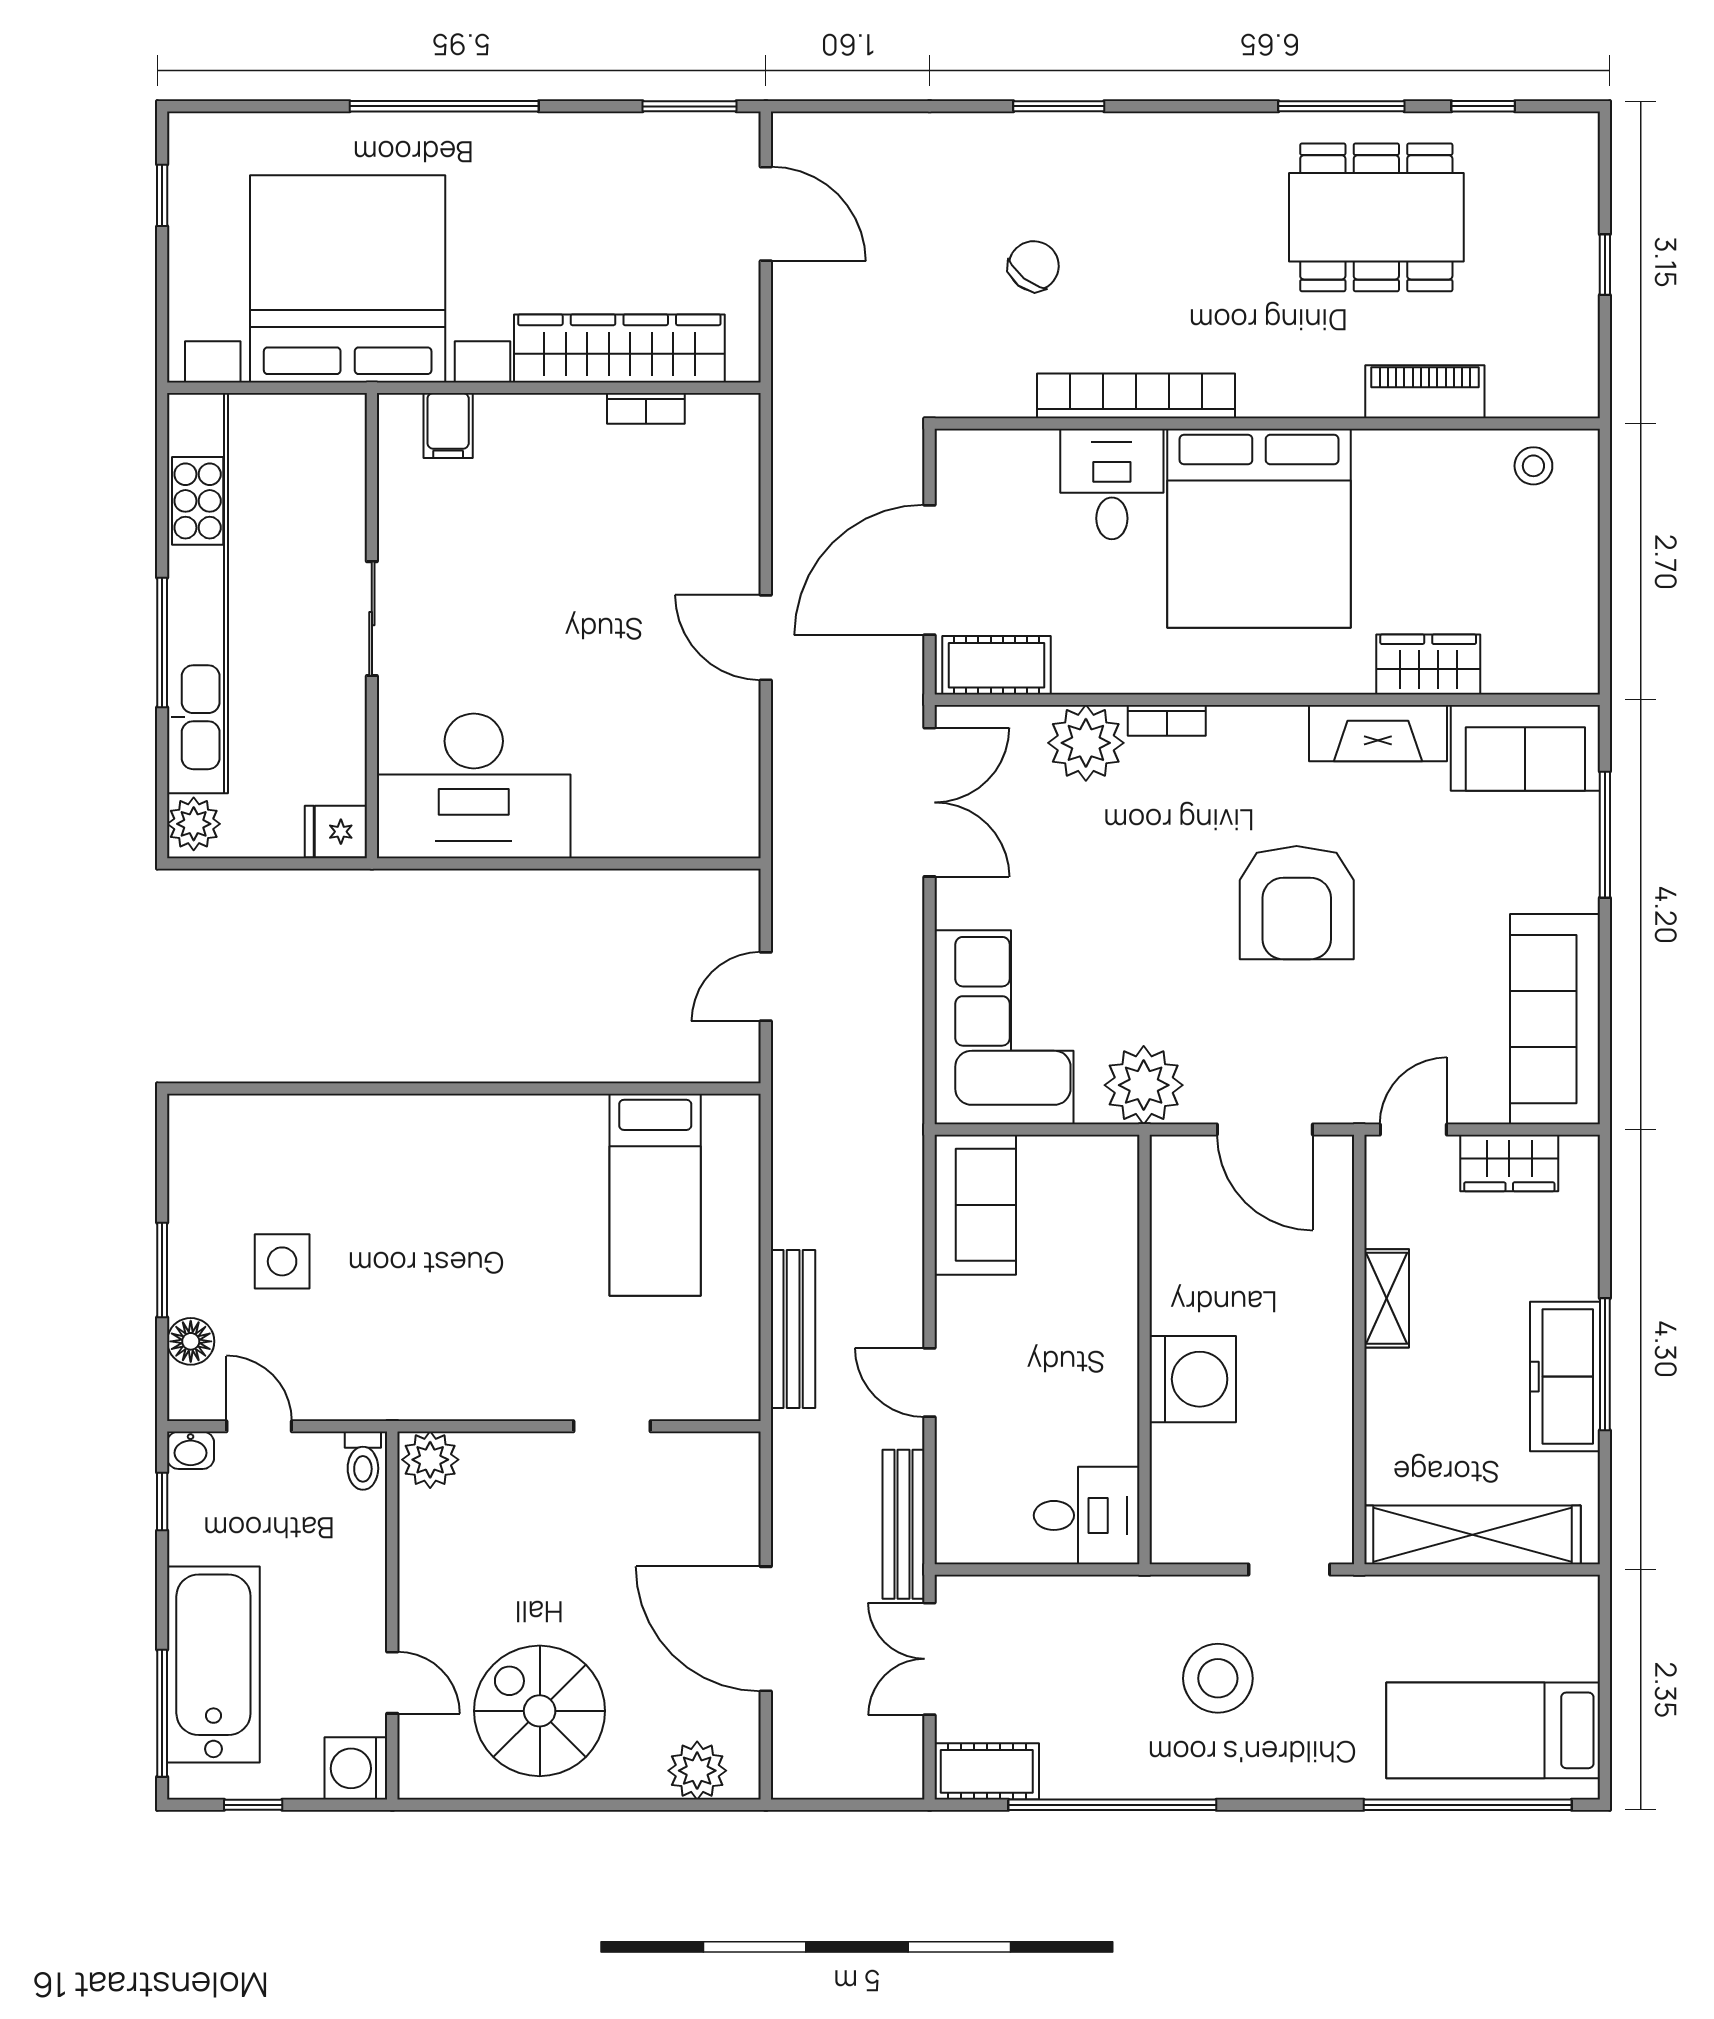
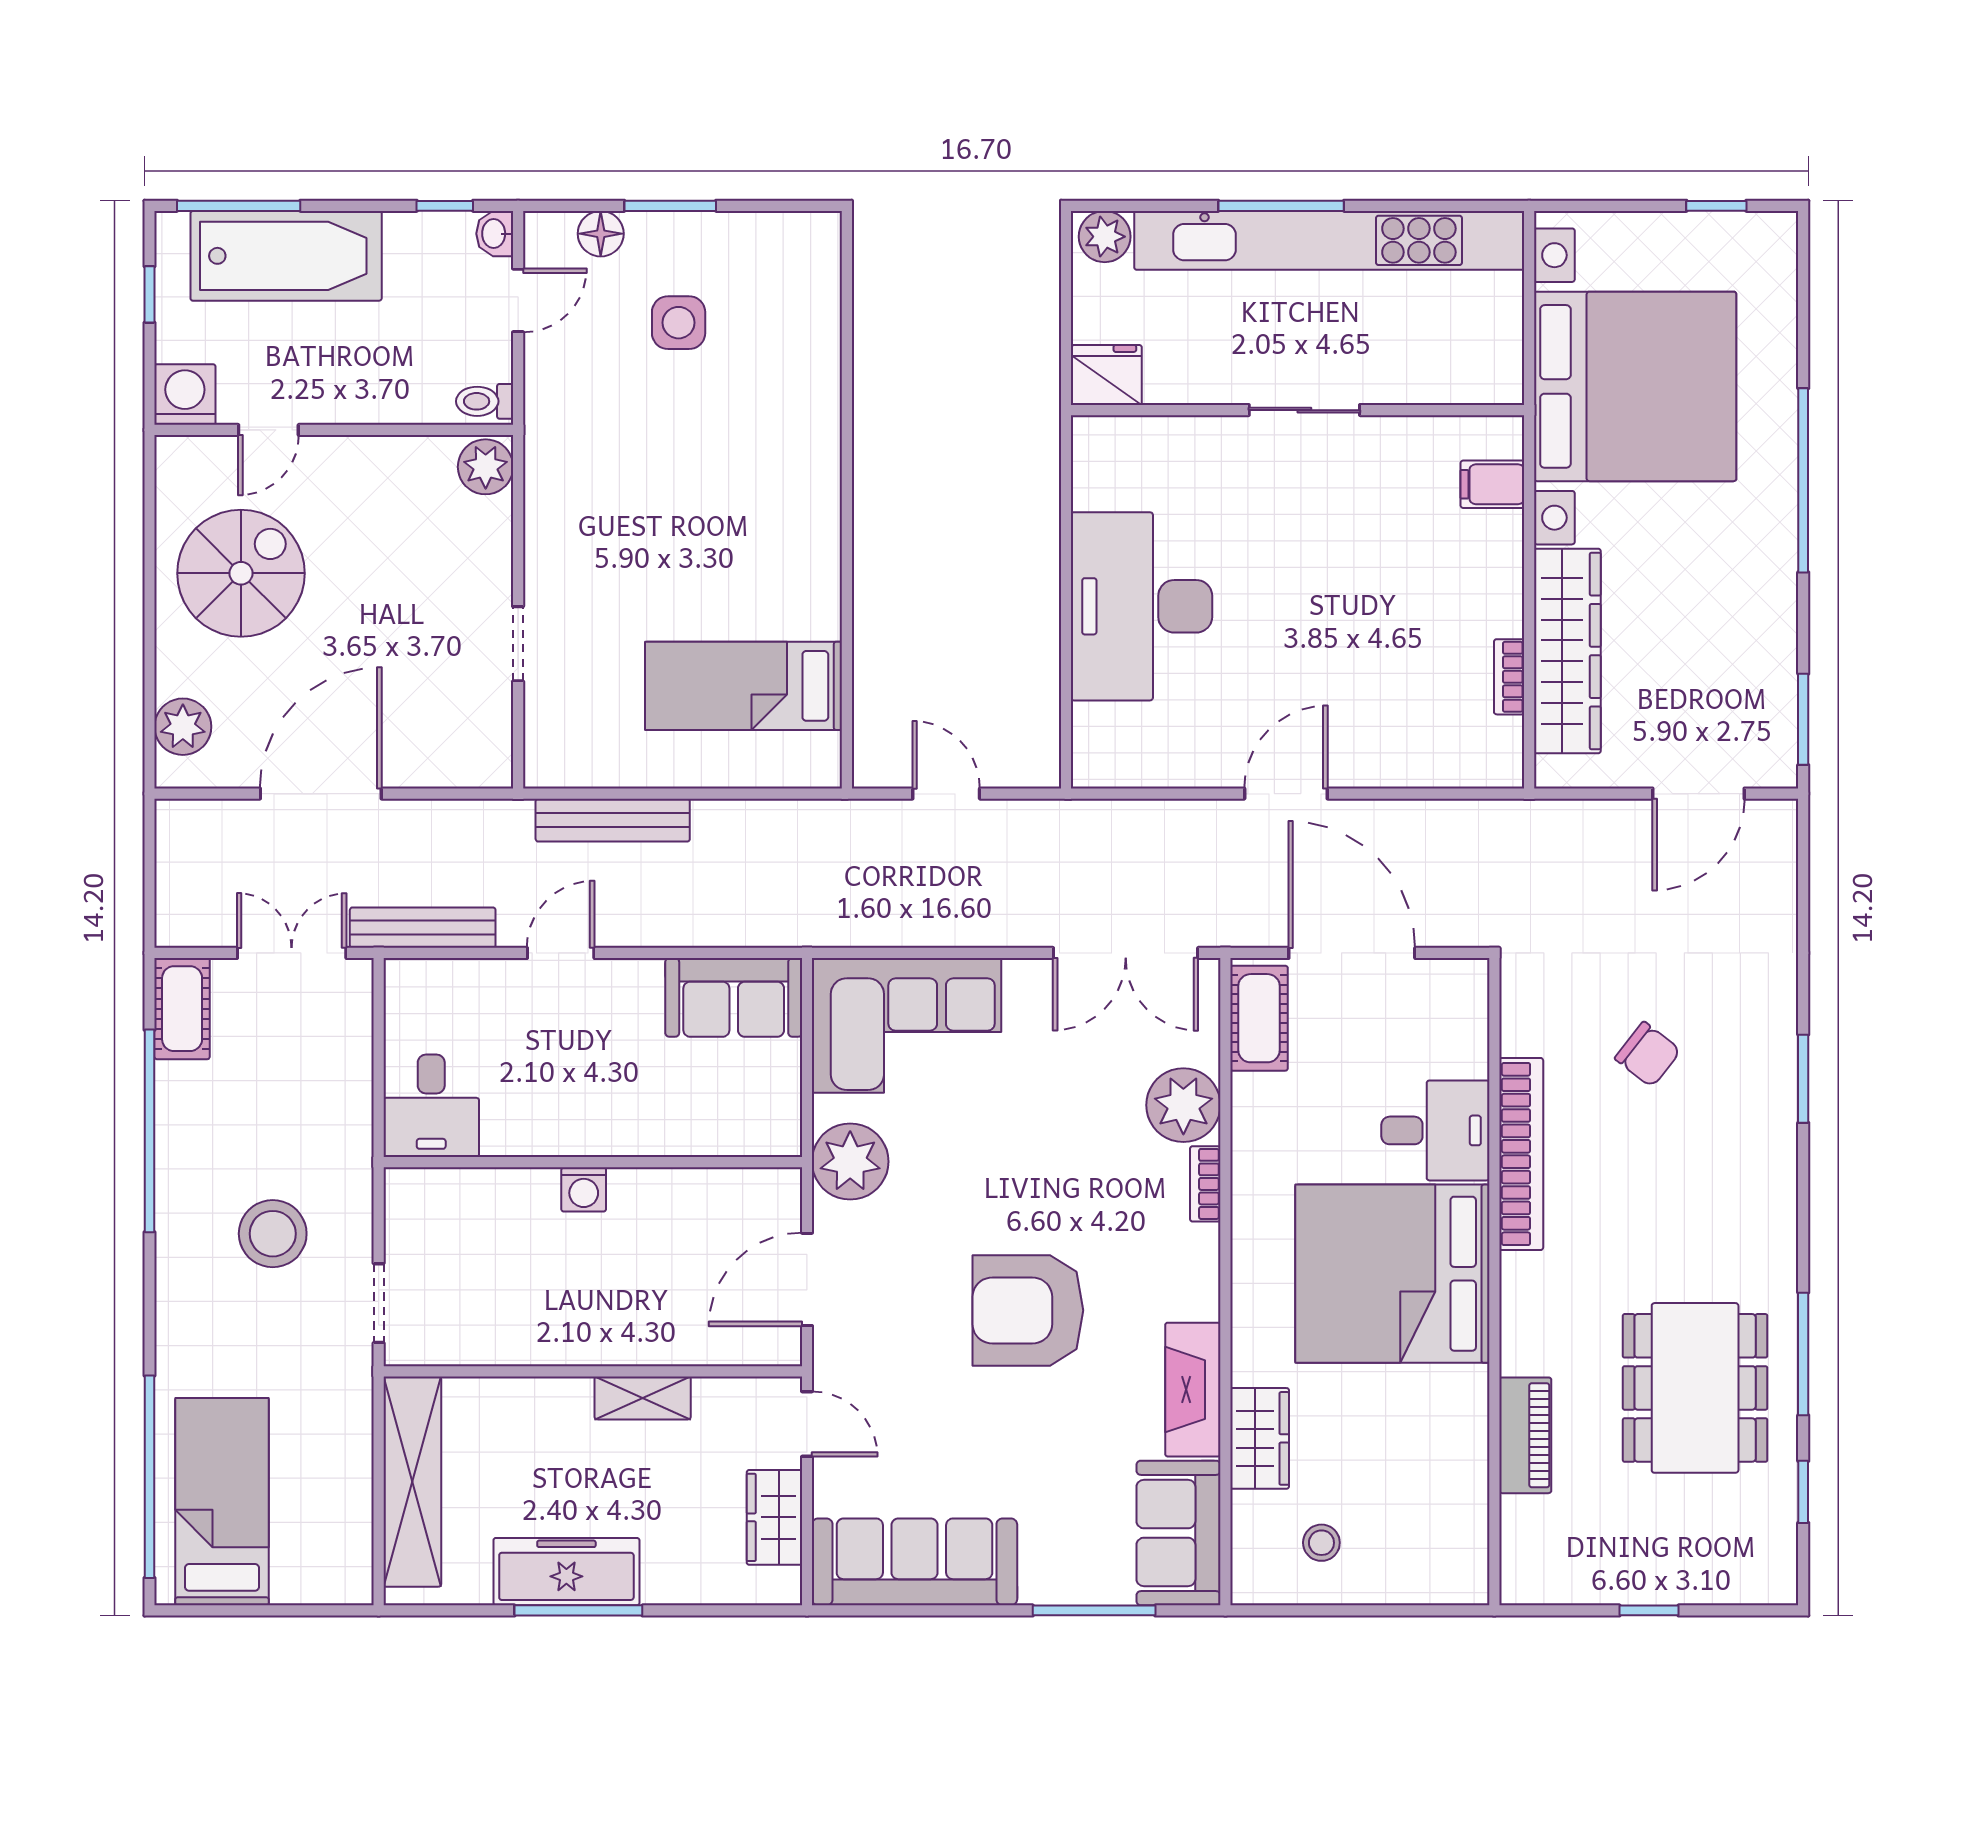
stool: (1533, 466) -> (1321, 1543), moved
desk: (474, 786) -> (1141, 606), moved
fridge: (336, 832) -> (1107, 375), width x1.38
washing machine: (1193, 1379) -> (584, 1189), width x0.53, depth x0.53

